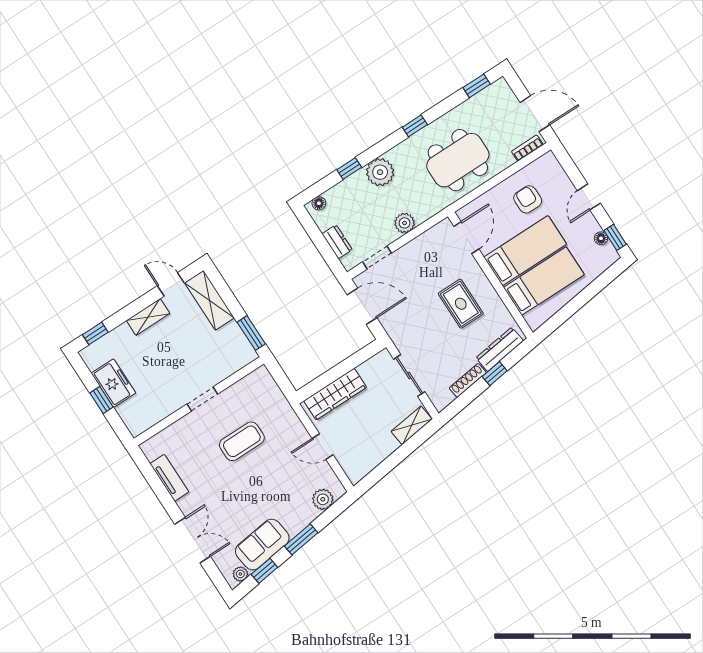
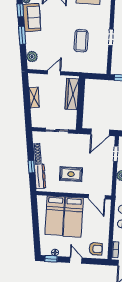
armchair: (528, 199) -> (96, 249), moved
shelving: (412, 425) -> (34, 98), moved

